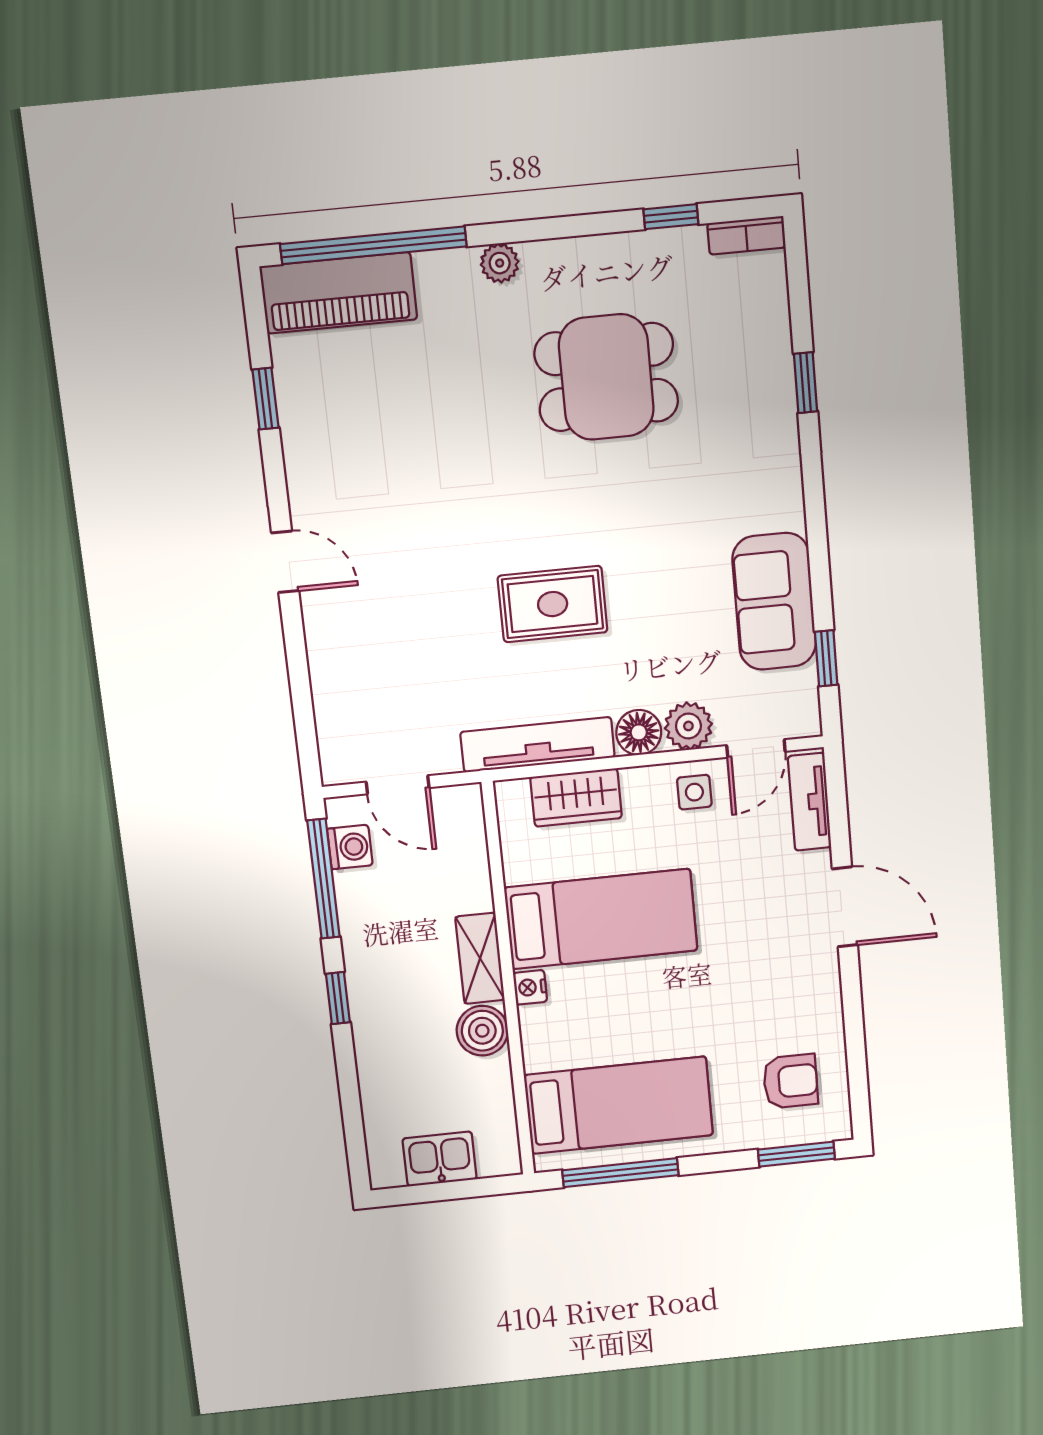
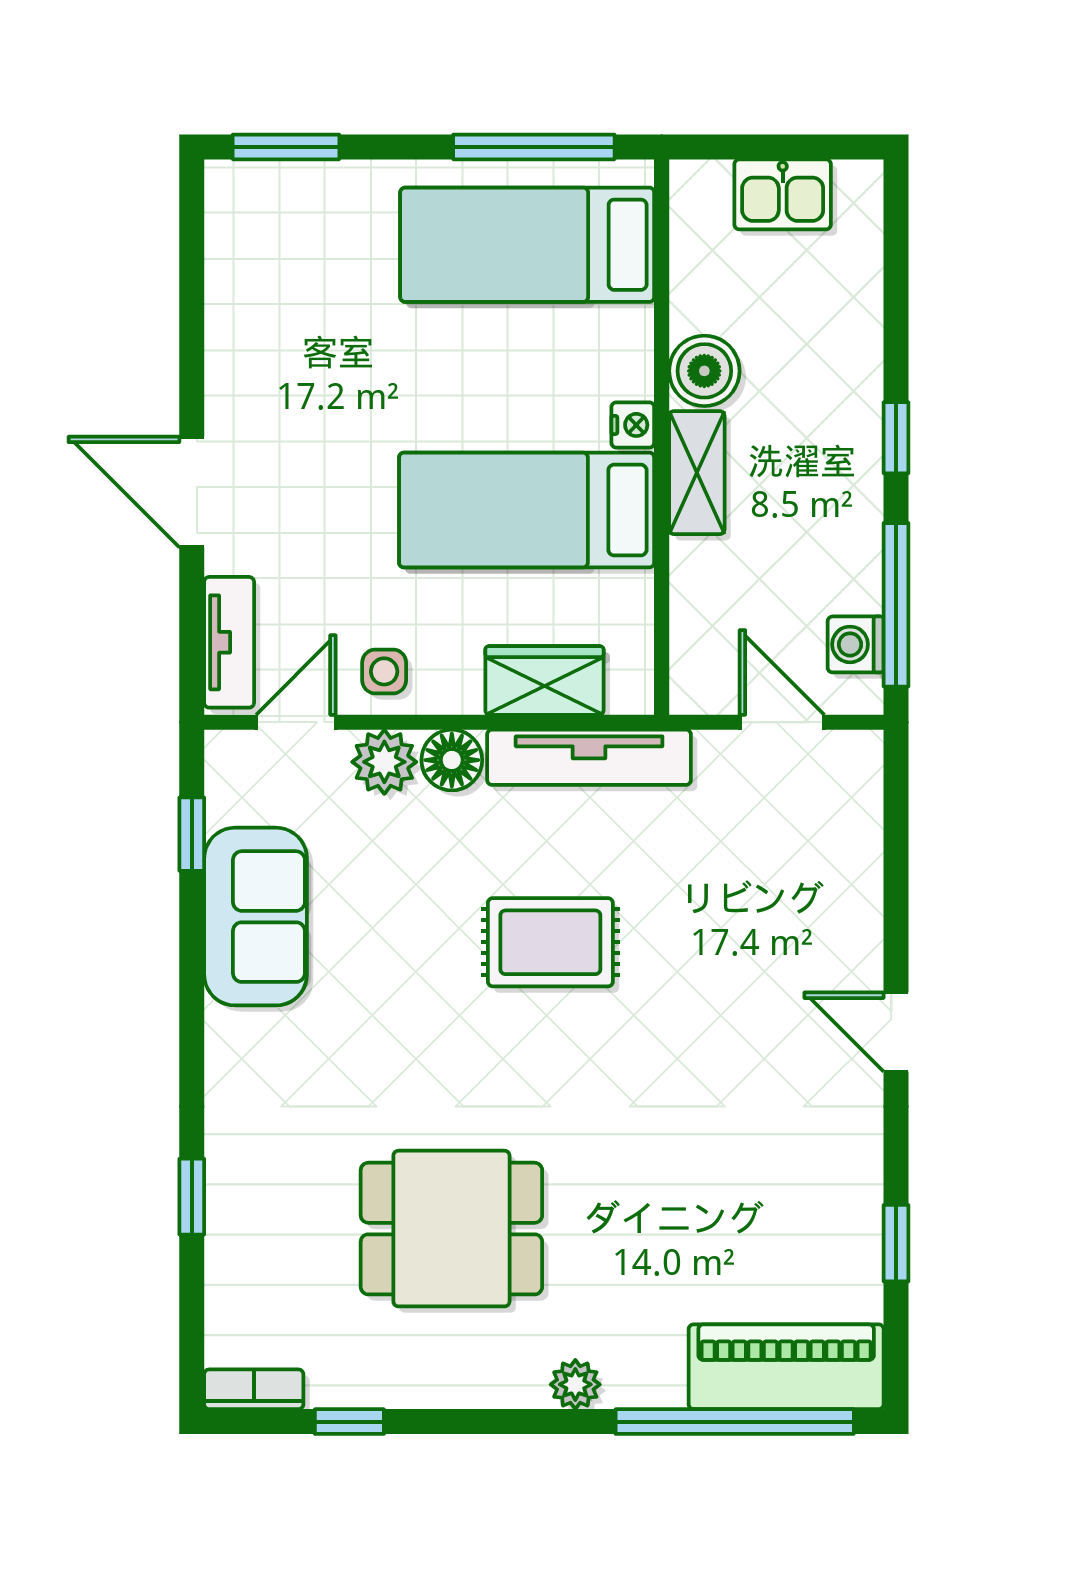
armchair: (790, 1081) -> (286, 253), removed

